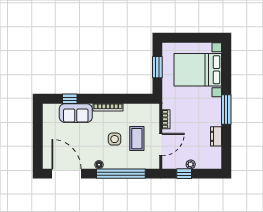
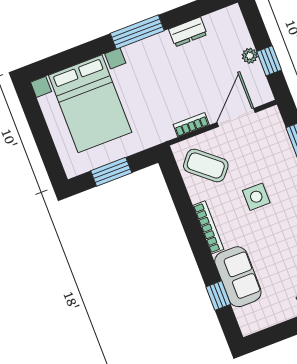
coffee table: (137, 139) -> (206, 165), moved, turned 40
door: (161, 145) -> (236, 117), hinge flipped

